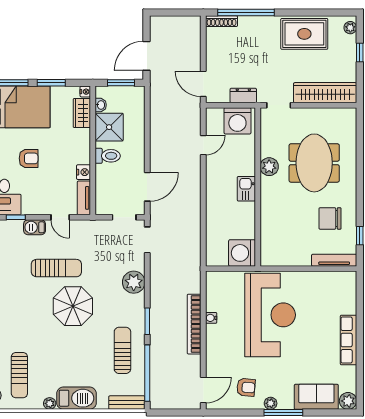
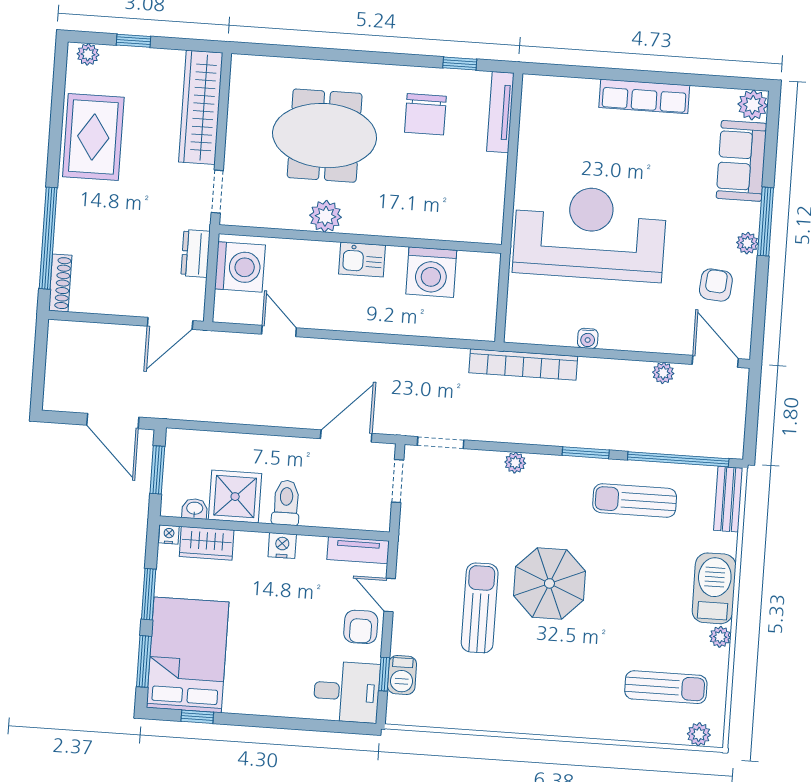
armchair: (29, 158) -> (361, 627), moved, turned 180
nightstand: (84, 172) -> (282, 546), moved
door: (147, 187) -> (346, 436), hinge flipped
door: (60, 217) -> (390, 595), swing flipped
barbecue: (35, 227) -> (402, 675), moved
washing machine: (242, 253) -> (431, 272), moved
plant: (134, 282) -> (515, 463), width x0.53, depth x0.53
bookcase: (194, 324) -> (523, 364), moved
plant: (195, 361) -> (663, 373), added

